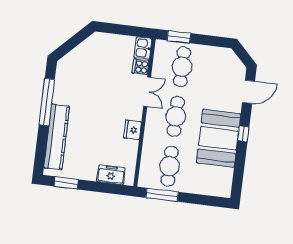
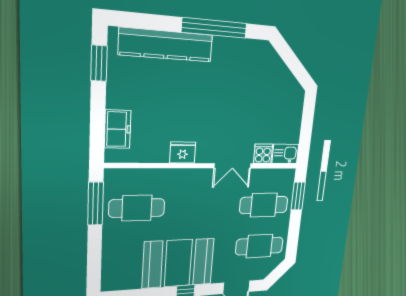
cafe table: (176, 116) -> (259, 246), moved

